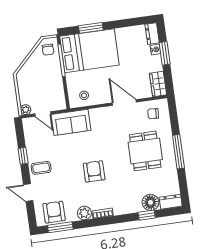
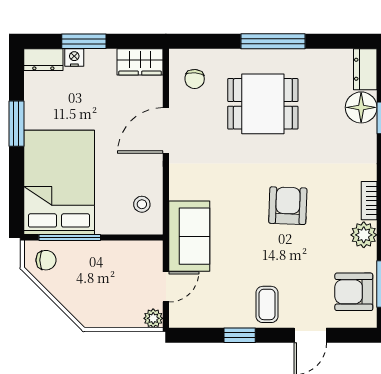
window: (91, 28) -> (16, 124), moved
armchair: (94, 171) -> (288, 206), turned 92

